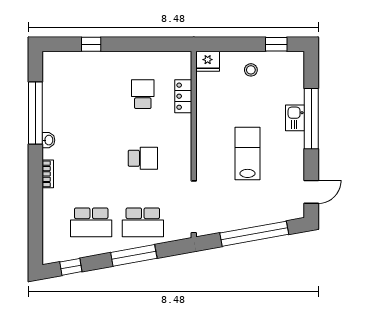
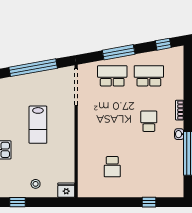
locker: (183, 96) -> (83, 165), removed
school desk: (143, 158) -> (149, 121), moved, turned 90

